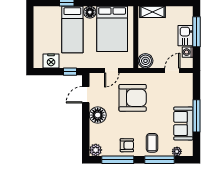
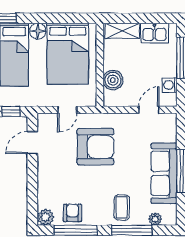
kitchen sink: (186, 36) -> (154, 33), moved, turned -90
boiler: (145, 61) -> (113, 80), moved
floor lamp: (98, 115) -> (48, 170), removed
sofa: (183, 123) -> (164, 173), width x1.36
armchair: (127, 145) -> (72, 213), moved, turned -90

